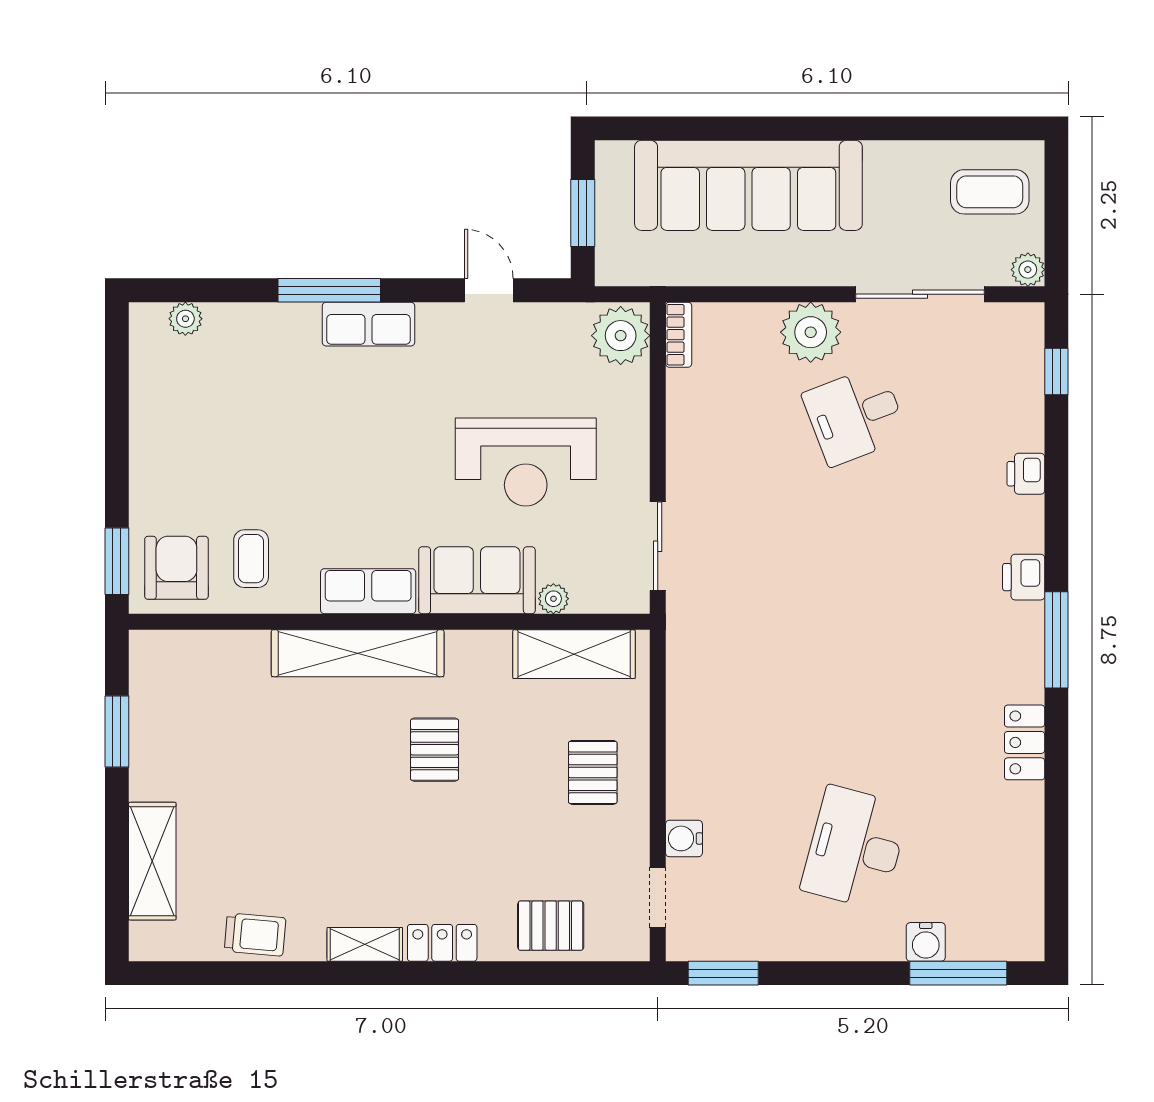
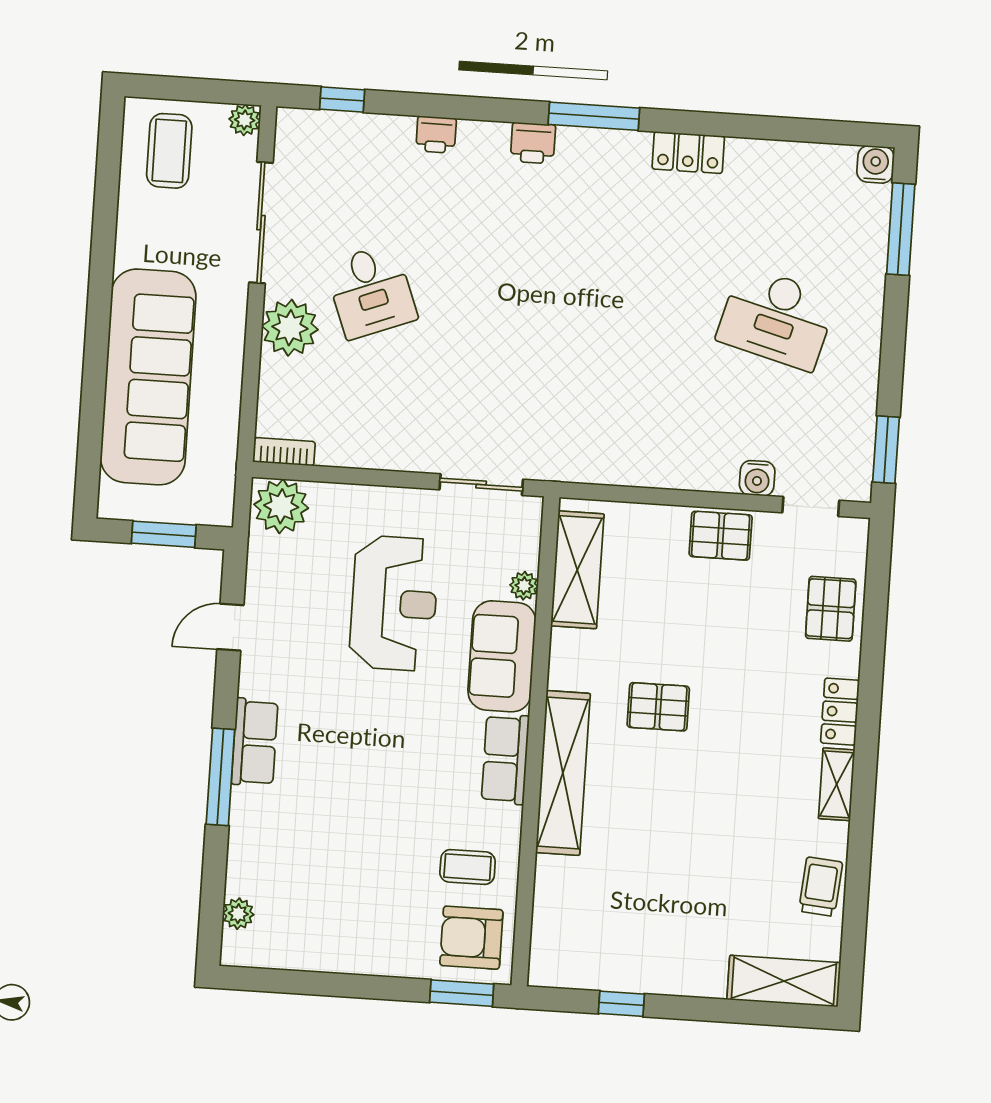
window: (117, 731) -> (621, 1004), width x0.67
pallet: (593, 772) -> (721, 536), moved
shelving: (152, 861) -> (784, 981), moved
water cooler: (926, 942) -> (876, 164), moved, turned -90

